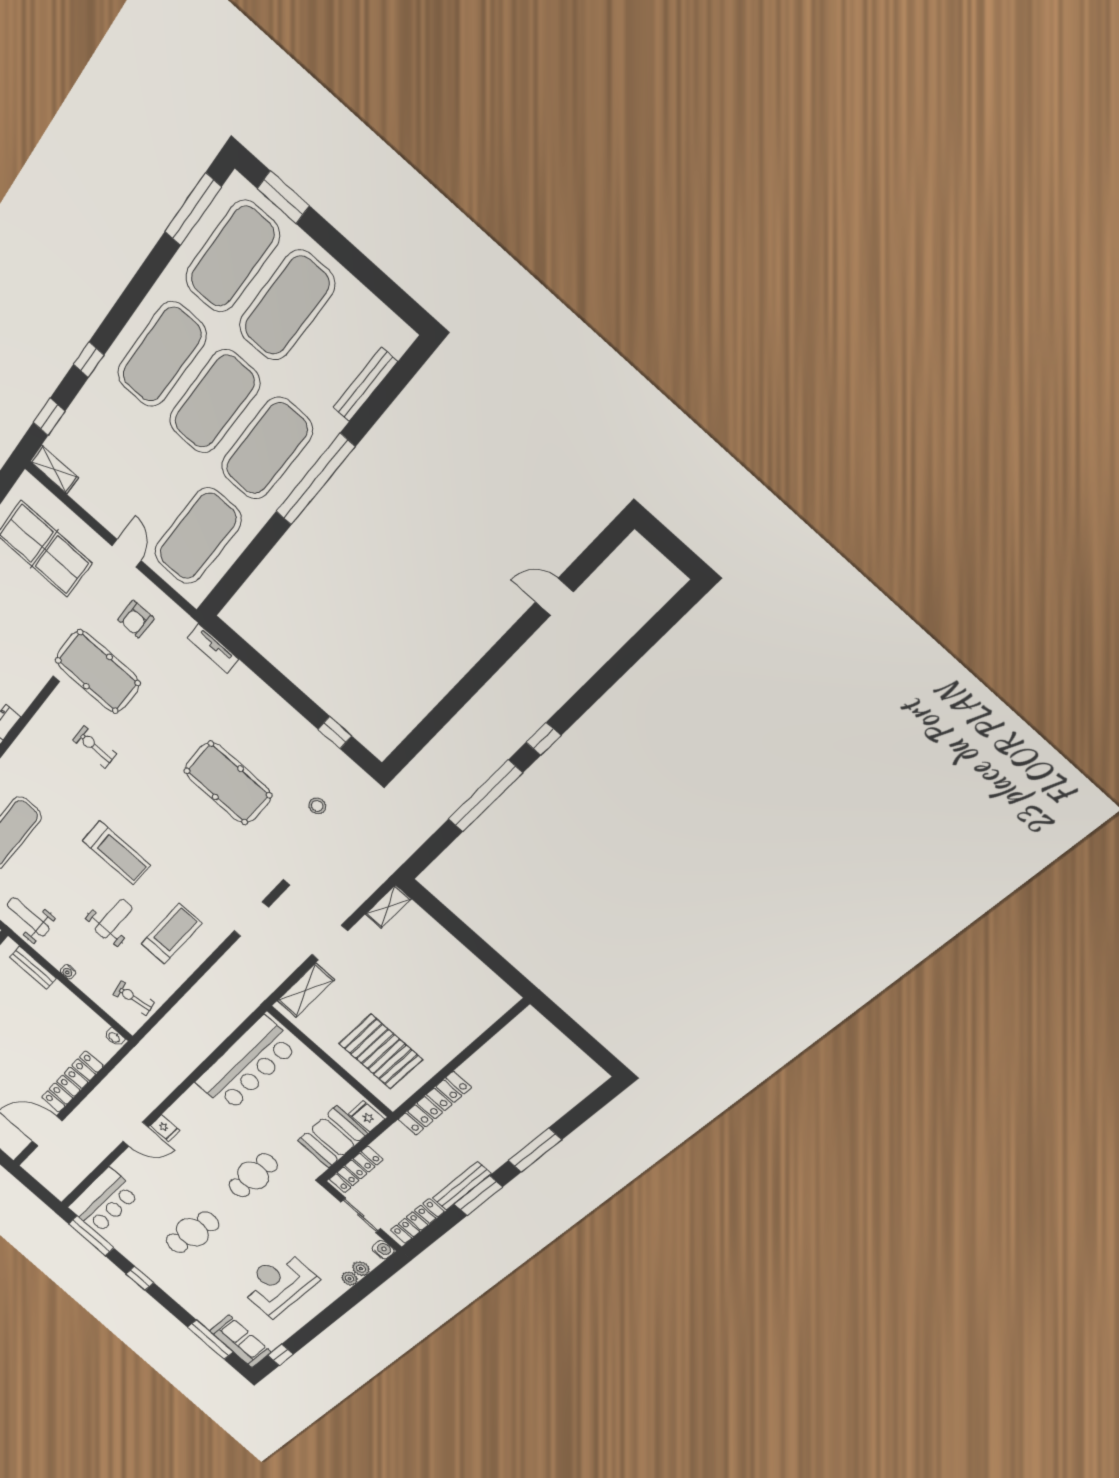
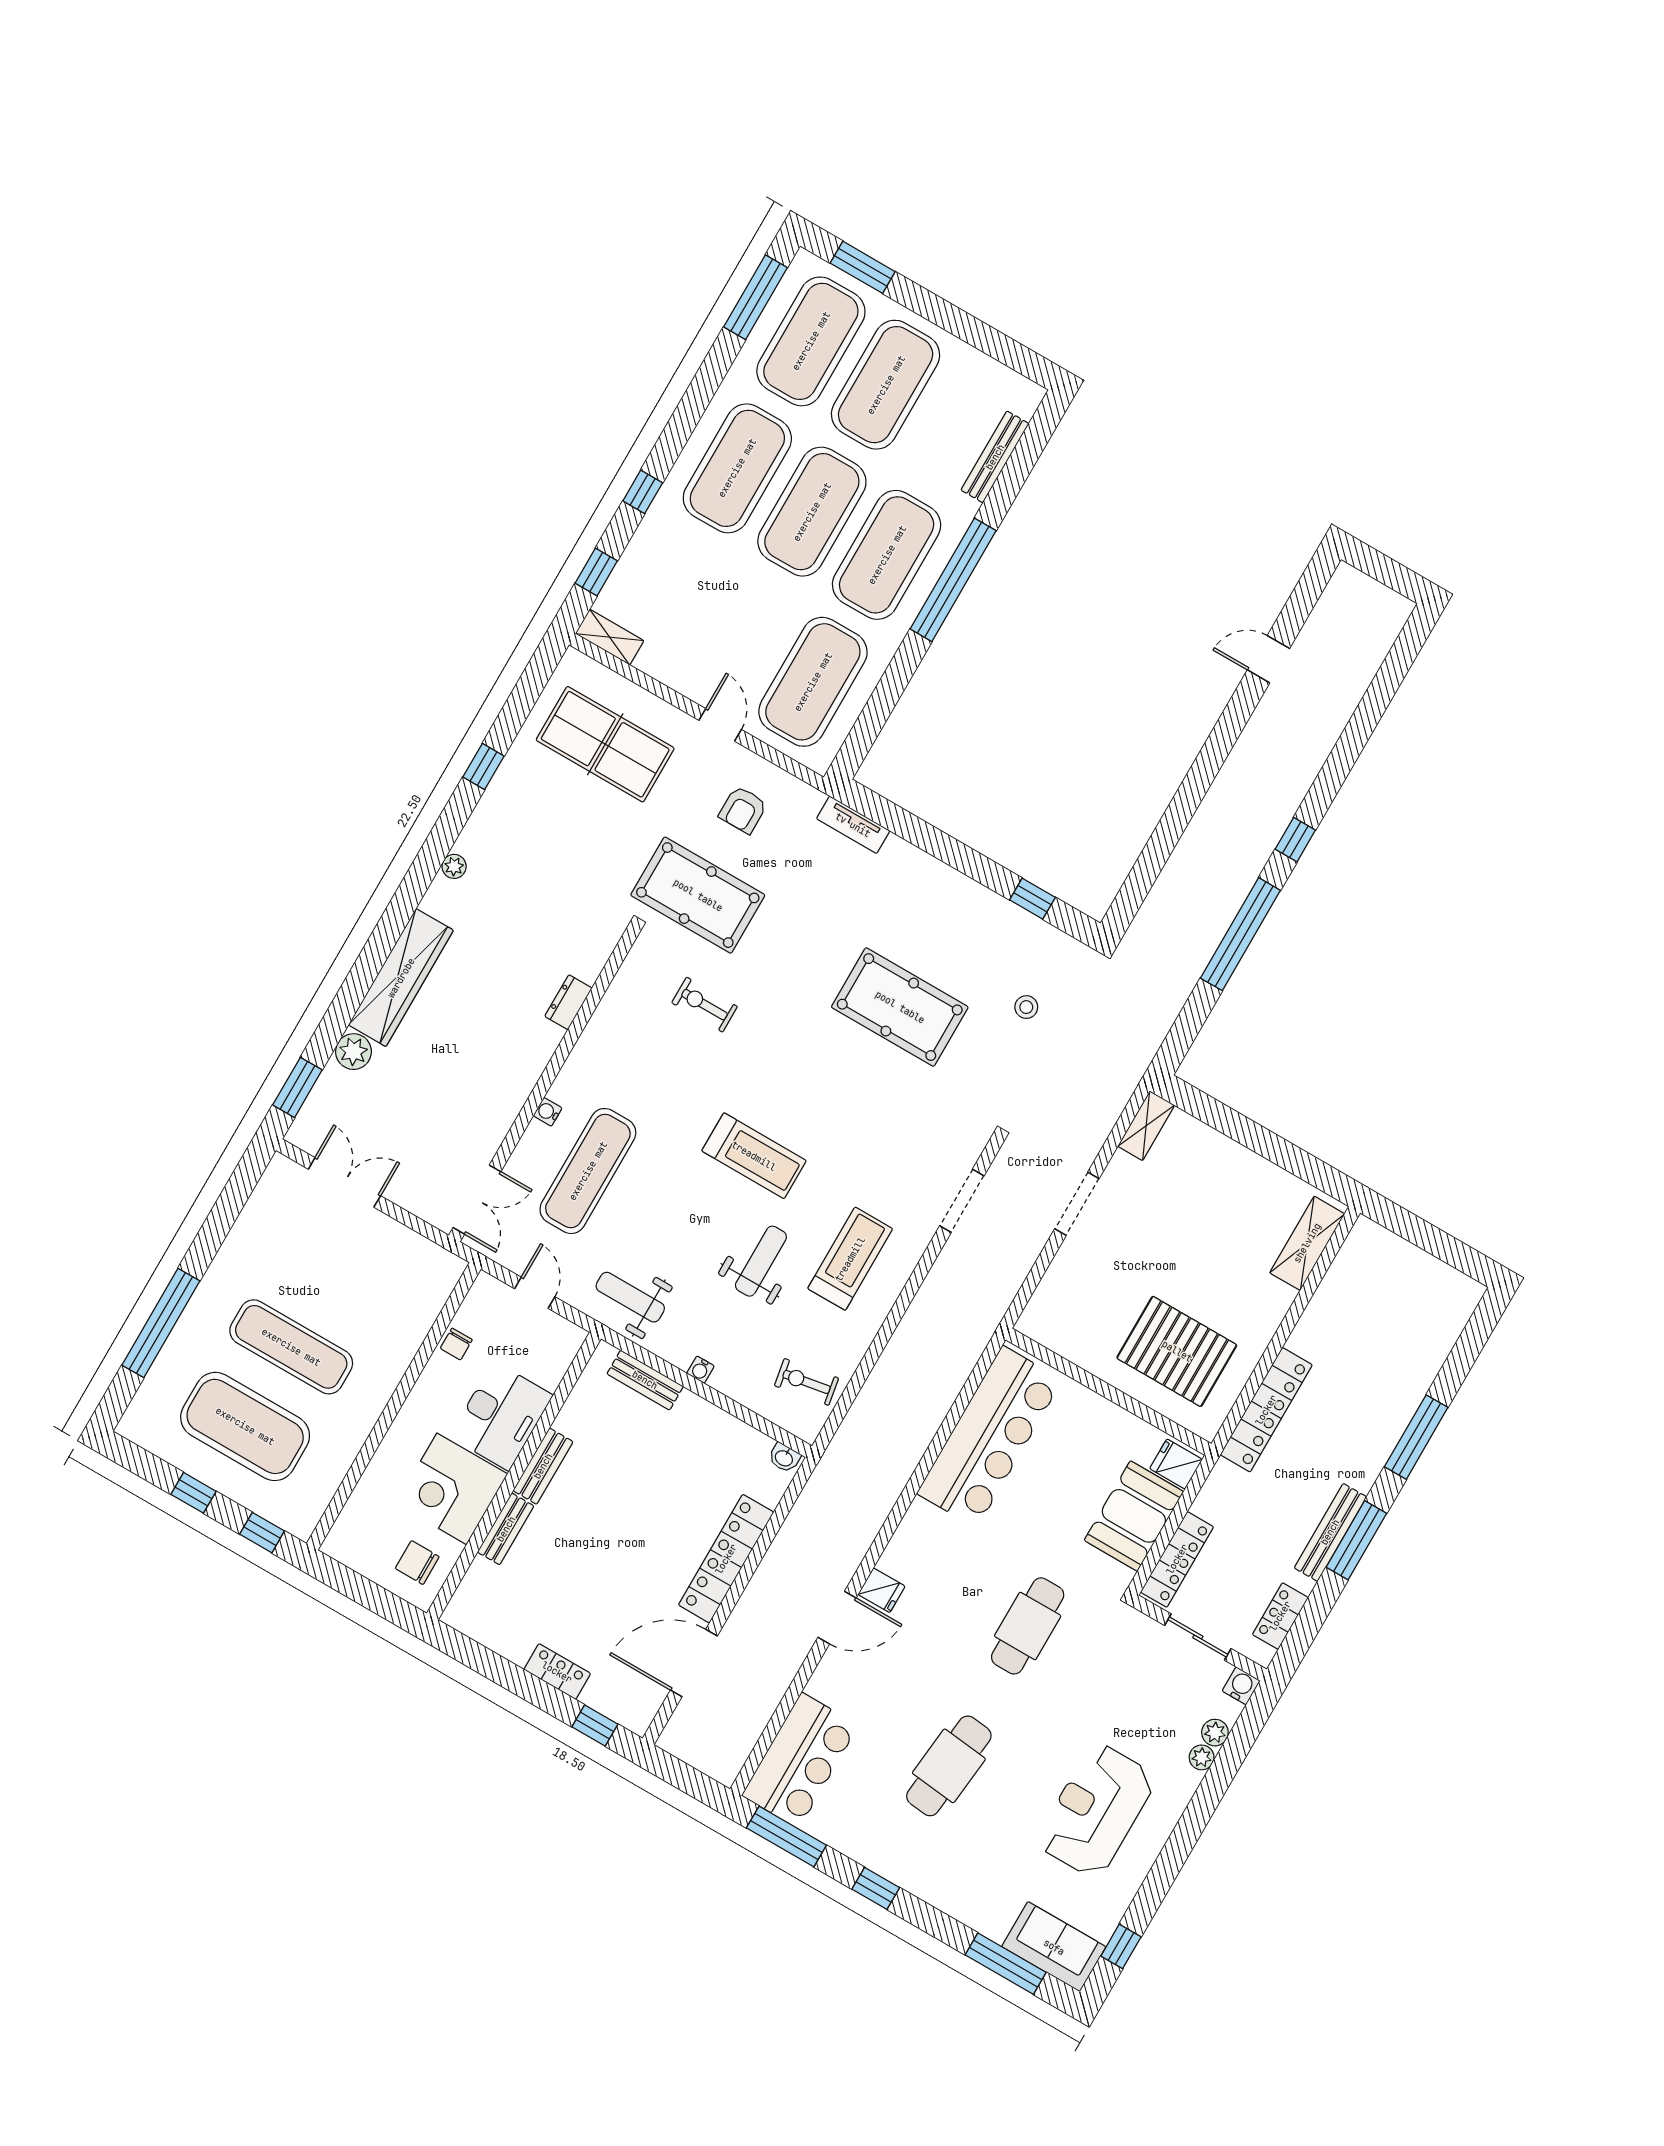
shelving: (306, 990) -> (1307, 1243), moved
locker: (417, 1221) -> (1280, 1616), width x0.66

